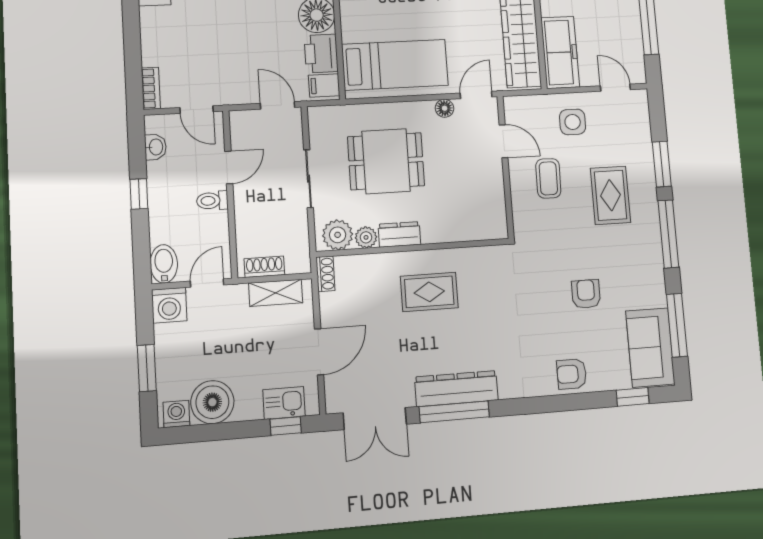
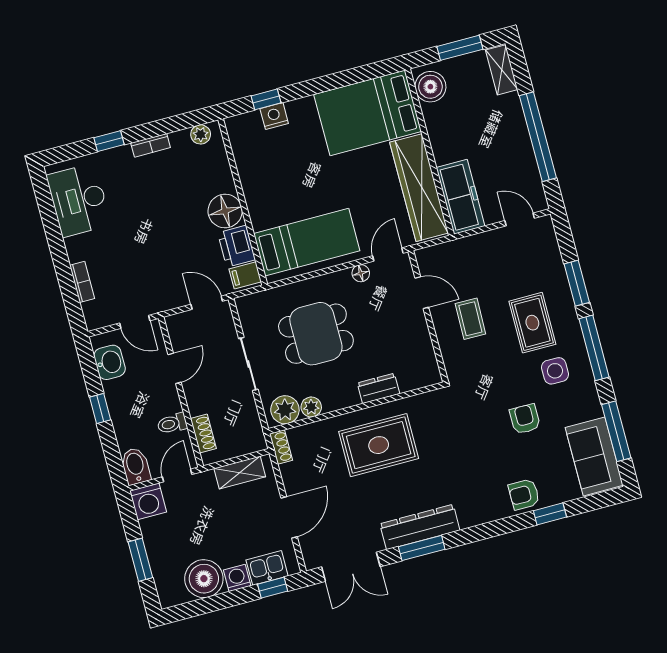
bookcase: (151, 88) -> (82, 282), moved
side table: (573, 122) -> (555, 371), moved
washbasin: (155, 147) -> (110, 362), width x1.38, depth x1.45
toilet: (212, 201) -> (172, 424), moved
dresser: (399, 234) -> (378, 388), moved
shoe rack: (264, 267) -> (203, 434), moved, turned 90
rug: (429, 292) -> (379, 445), width x1.36, depth x1.43
window: (633, 397) -> (550, 514), moved
window: (454, 412) -> (422, 548), width x0.69
washing machine: (176, 414) -> (237, 578), moved

